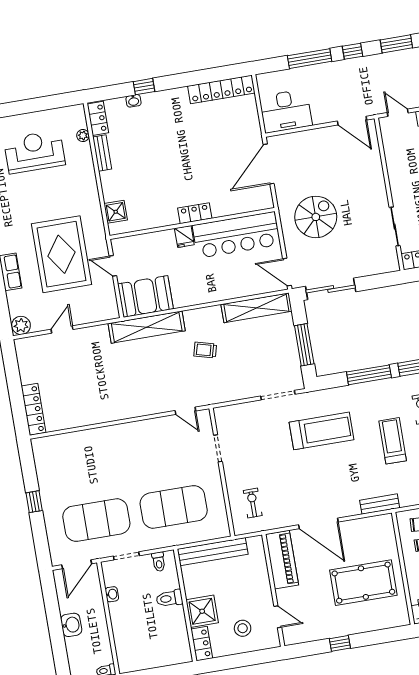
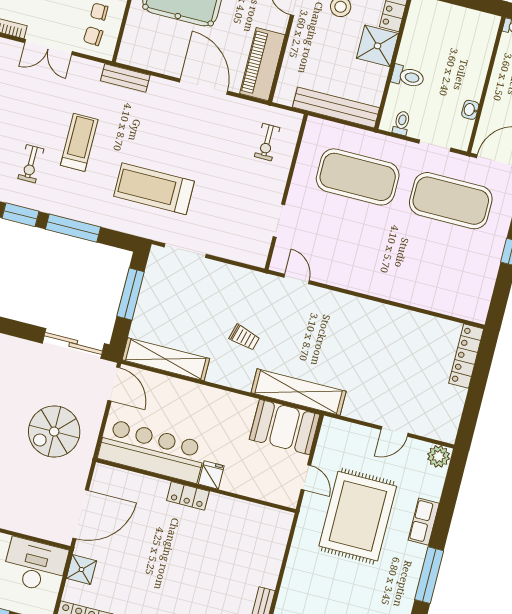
shower: (116, 212) -> (81, 569), moved
treadmill: (393, 441) -> (79, 142), turned 180

